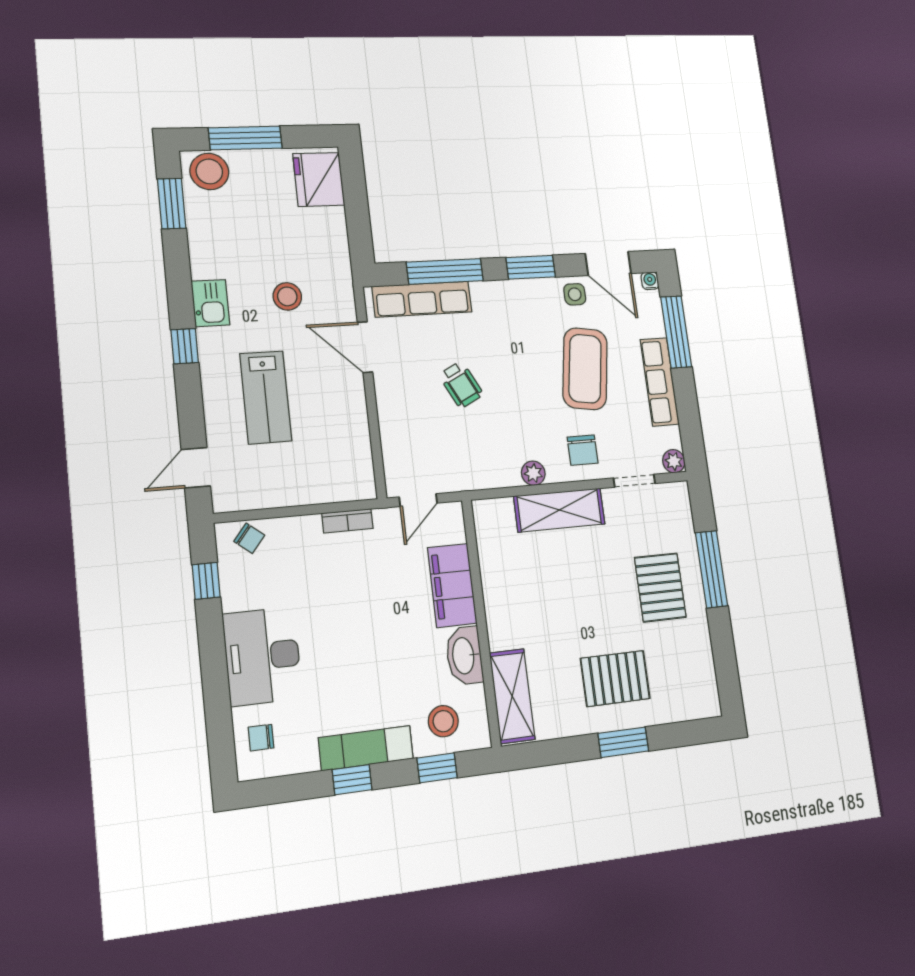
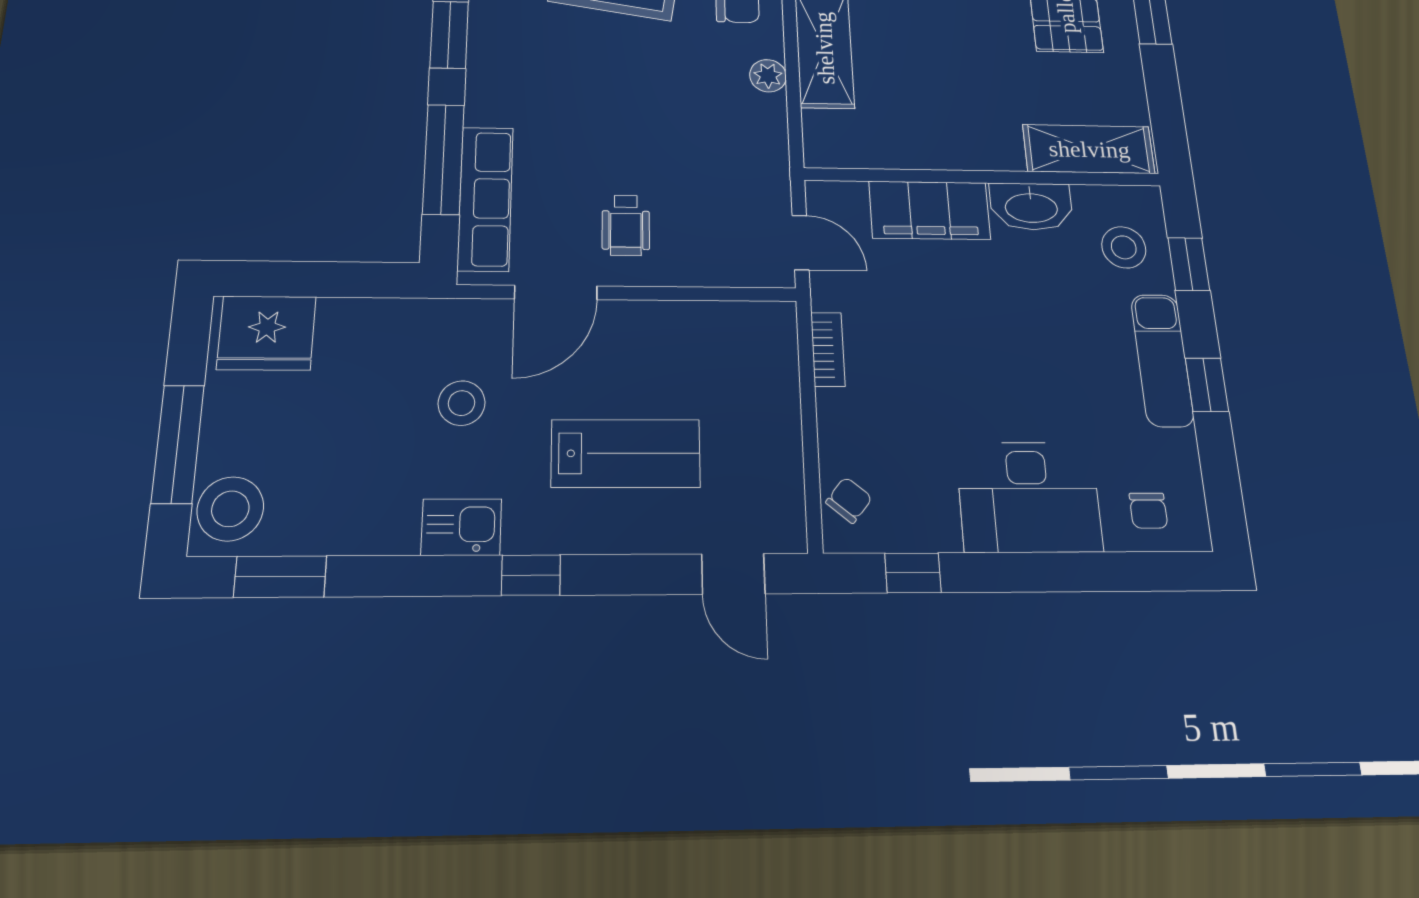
wheelchair: (461, 385) -> (626, 225), moved, turned 117

